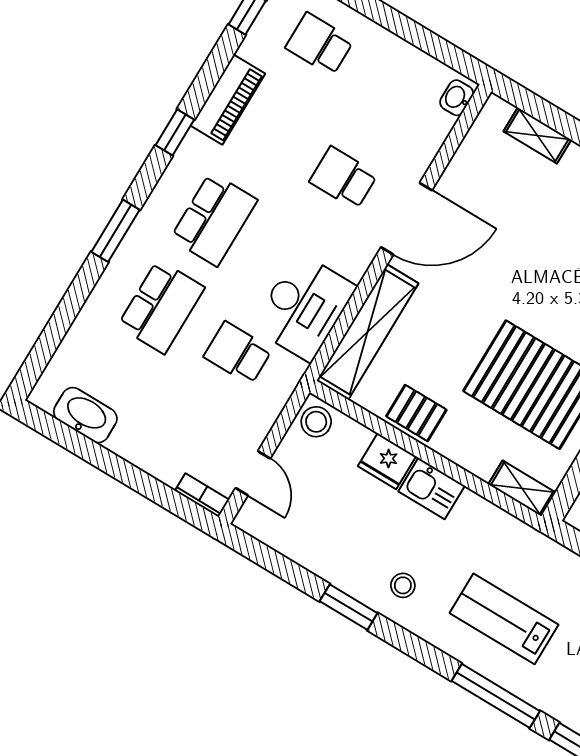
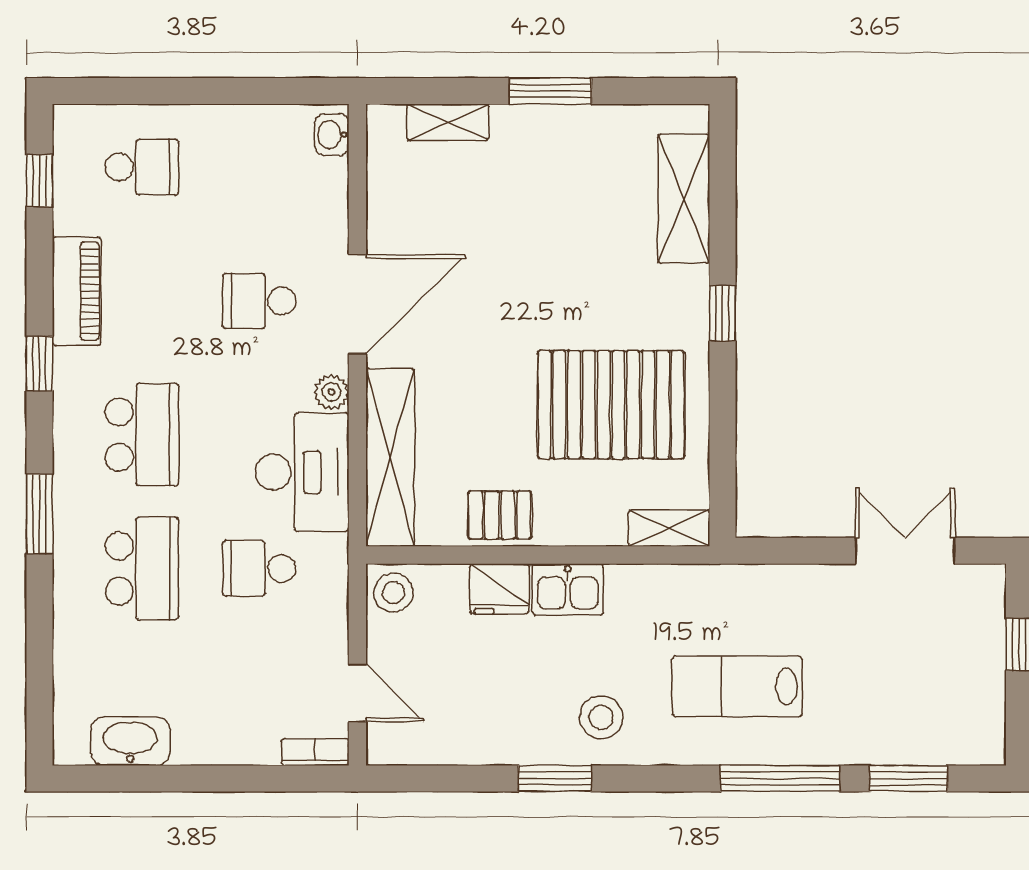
school desk: (320, 44) -> (142, 167), turned 180
plant: (355, 266) -> (331, 392), added
stool: (403, 585) -> (601, 717), width x1.37, depth x1.37

